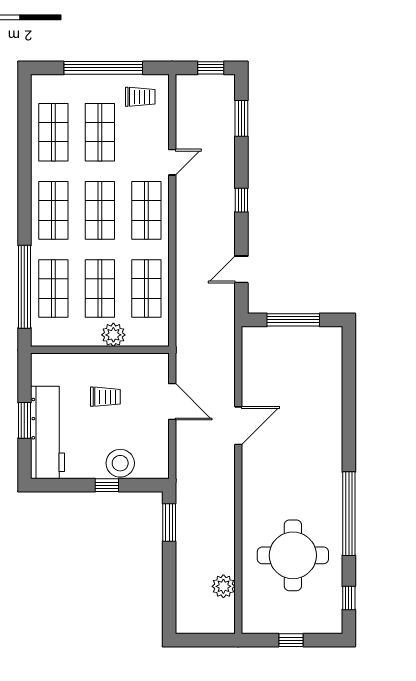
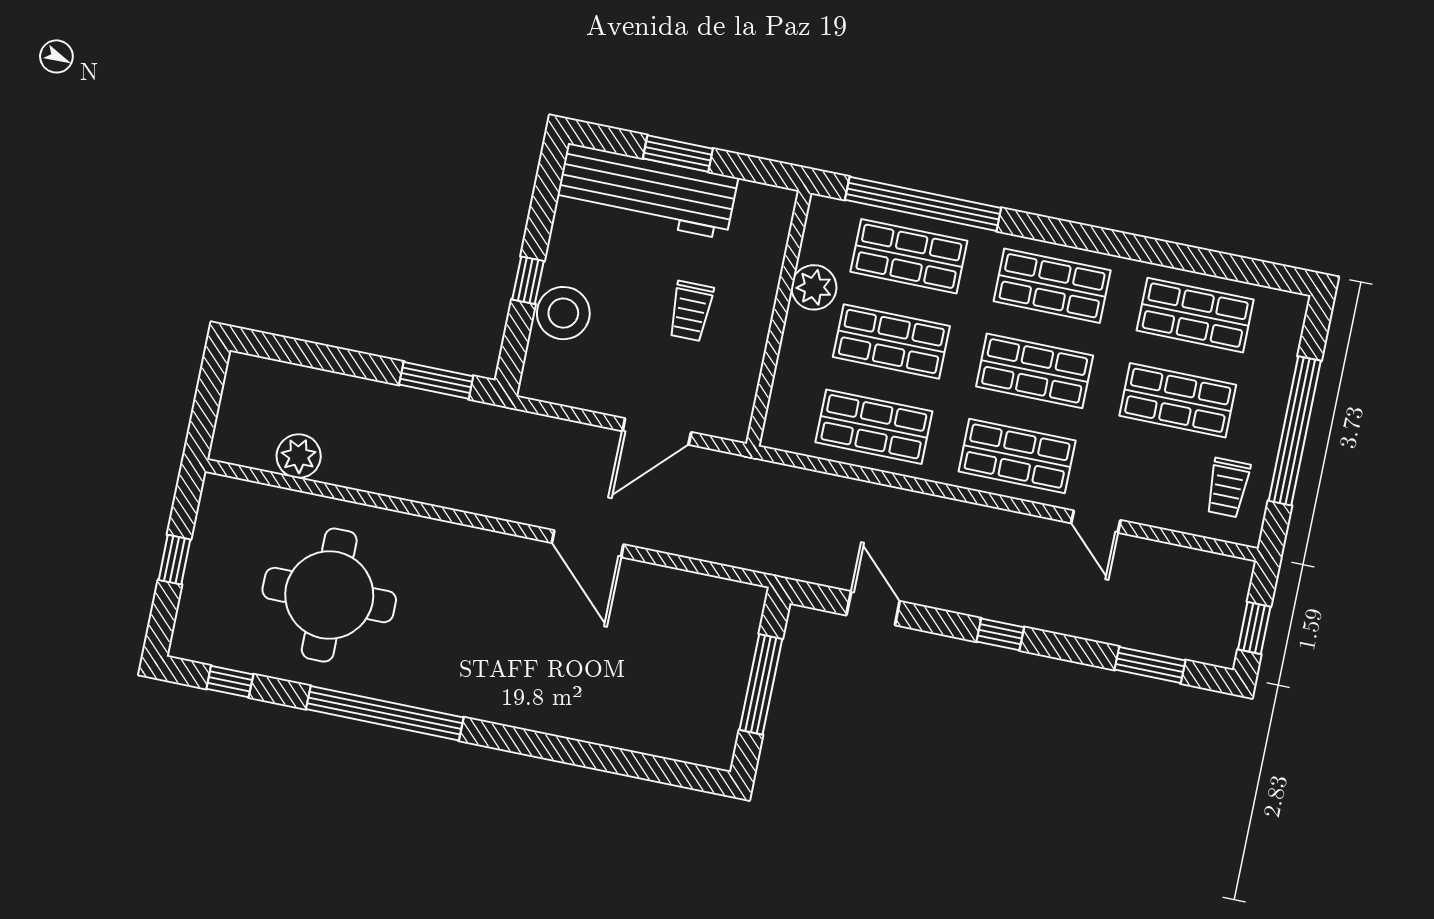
plant: (113, 335) -> (814, 287), moved

